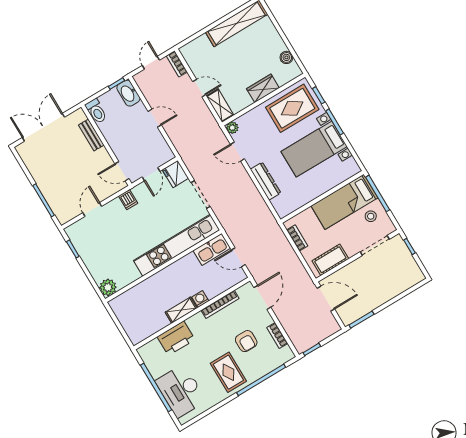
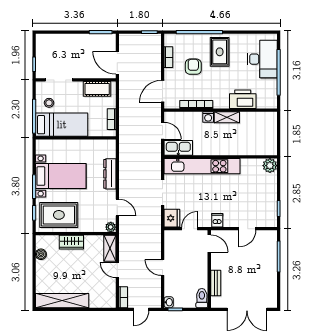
washbasin: (128, 93) -> (169, 302), width x0.52, depth x0.69

